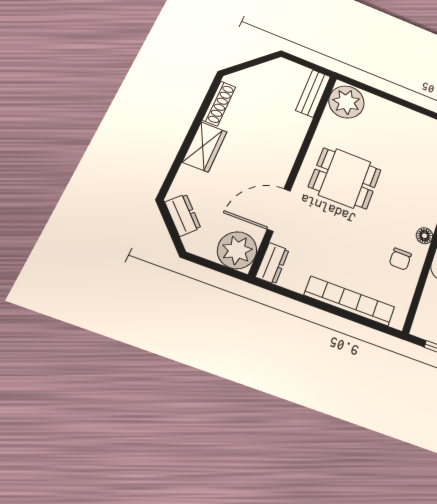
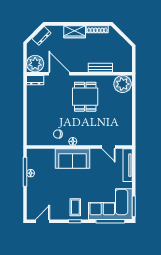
bench: (313, 93) -> (100, 68), moved
bookcase: (349, 301) -> (31, 118), removed

